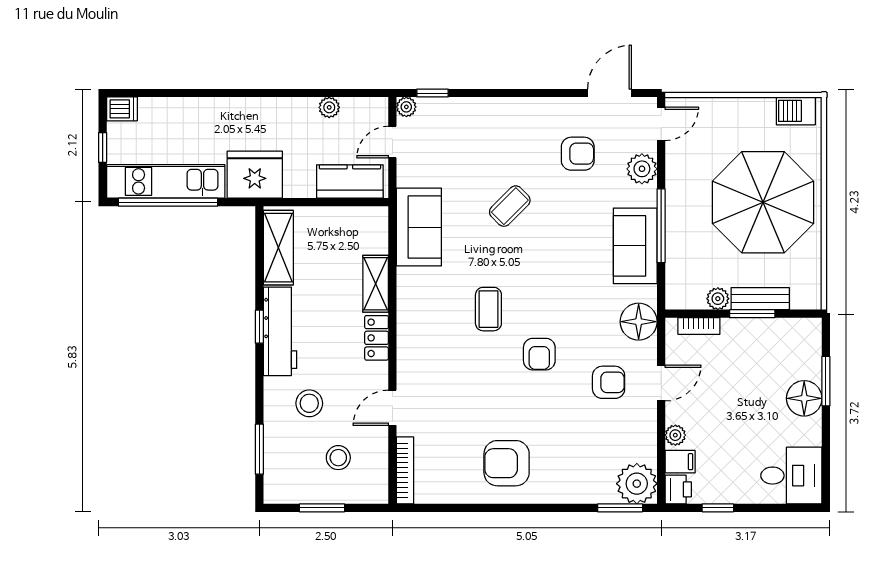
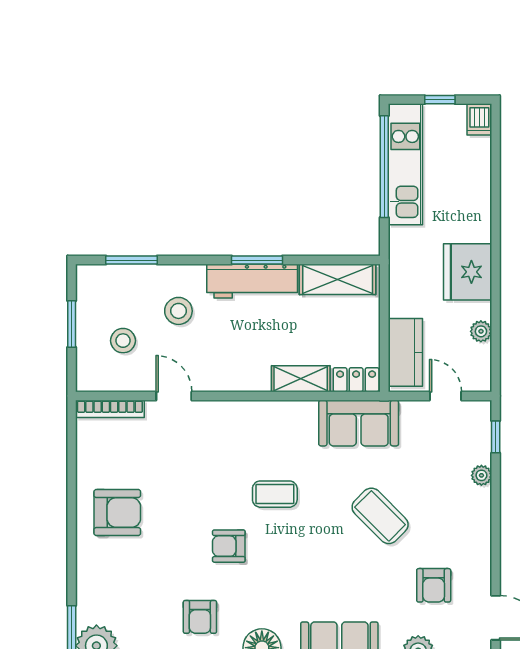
plant: (406, 107) -> (481, 475), moved
fridge: (255, 175) -> (468, 272), moved, turned 180
coffee table: (510, 206) -> (380, 516), width x1.36, depth x1.30
window: (259, 327) -> (257, 260), width x1.50
locker: (377, 338) -> (356, 380), moved
armchair: (507, 463) -> (117, 513), turned 90

